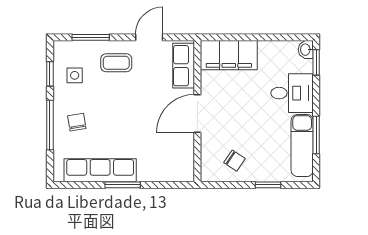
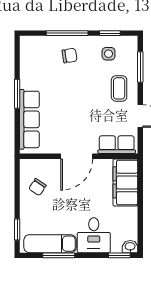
door: (197, 113) -> (77, 156), swing flipped
row of seats: (100, 170) -> (29, 119), moved
window: (268, 185) -> (17, 230), moved

